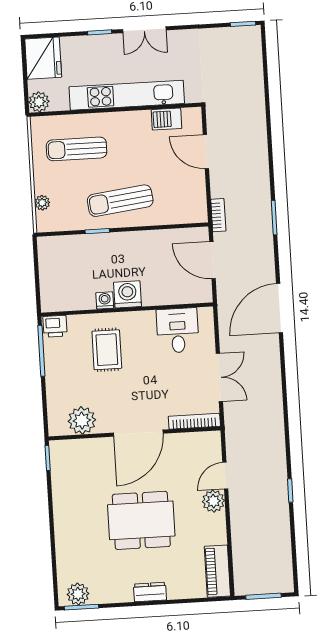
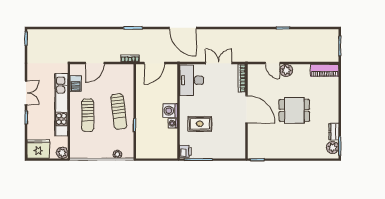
sun lounger: (77, 149) -> (88, 115), moved
desk: (178, 331) -> (192, 80), width x1.37
plant: (82, 420) -> (238, 140), removed
dining table: (141, 520) -> (294, 110), width x0.73
dresser: (150, 592) -> (334, 132), moved

